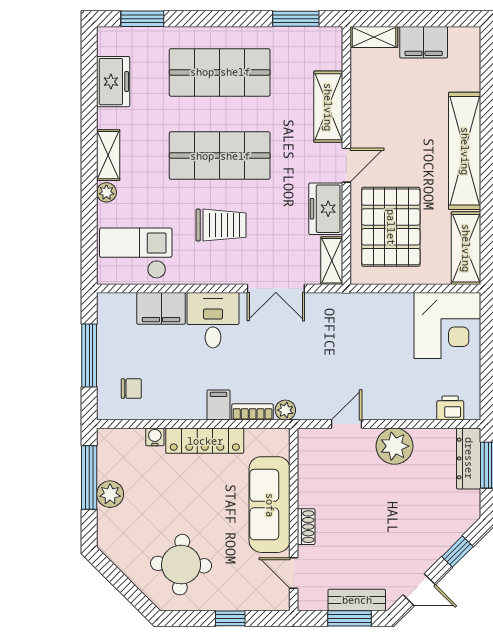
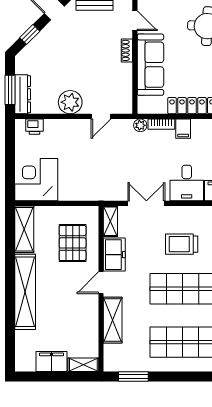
pallet: (391, 227) -> (73, 243), width x0.73, depth x0.71

